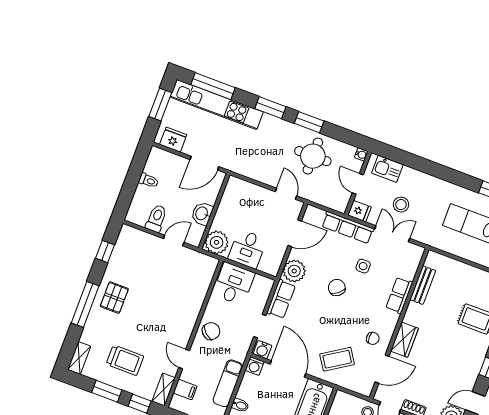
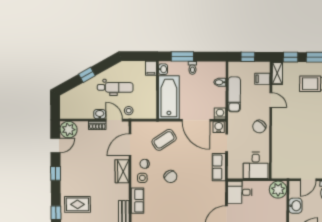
desk: (247, 249) -> (240, 192), moved, turned -90
side table: (363, 266) -> (142, 178), moved
plant: (294, 271) -> (217, 190), removed
chair: (337, 288) -> (170, 177), moved

